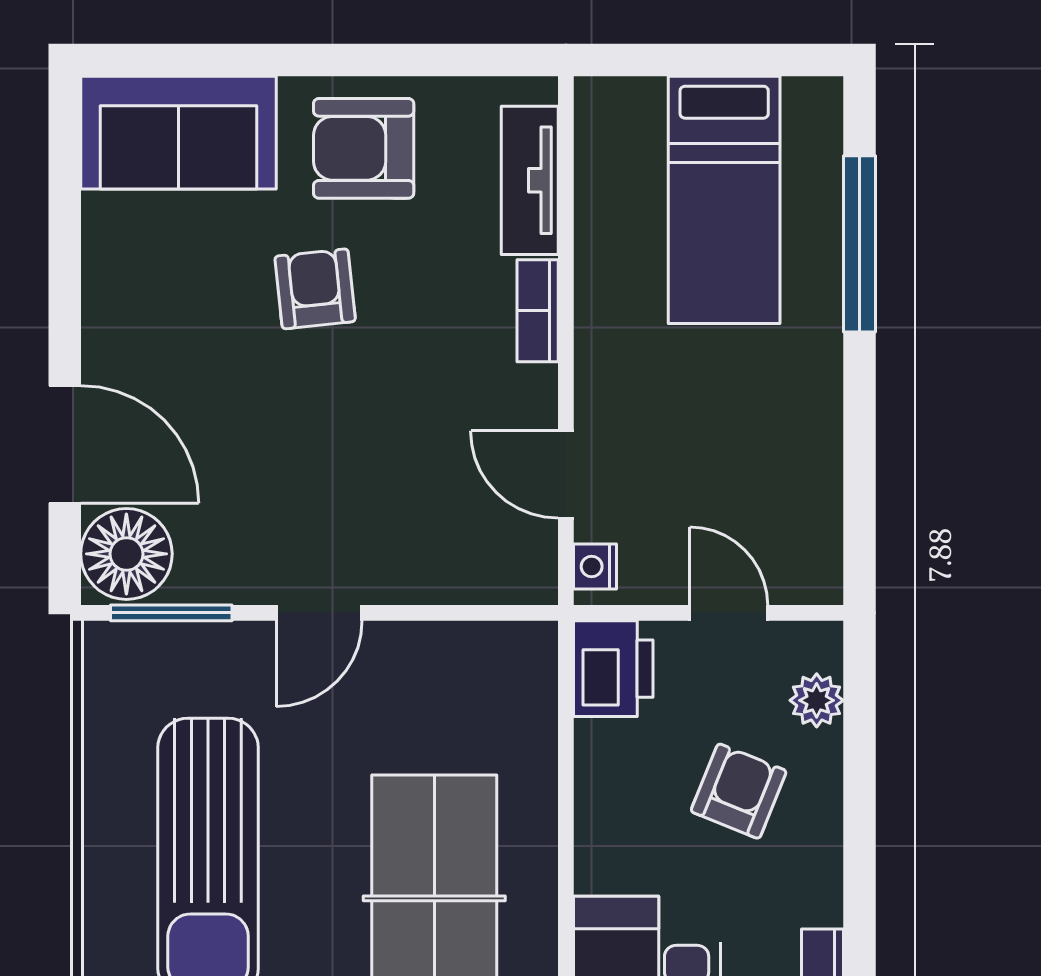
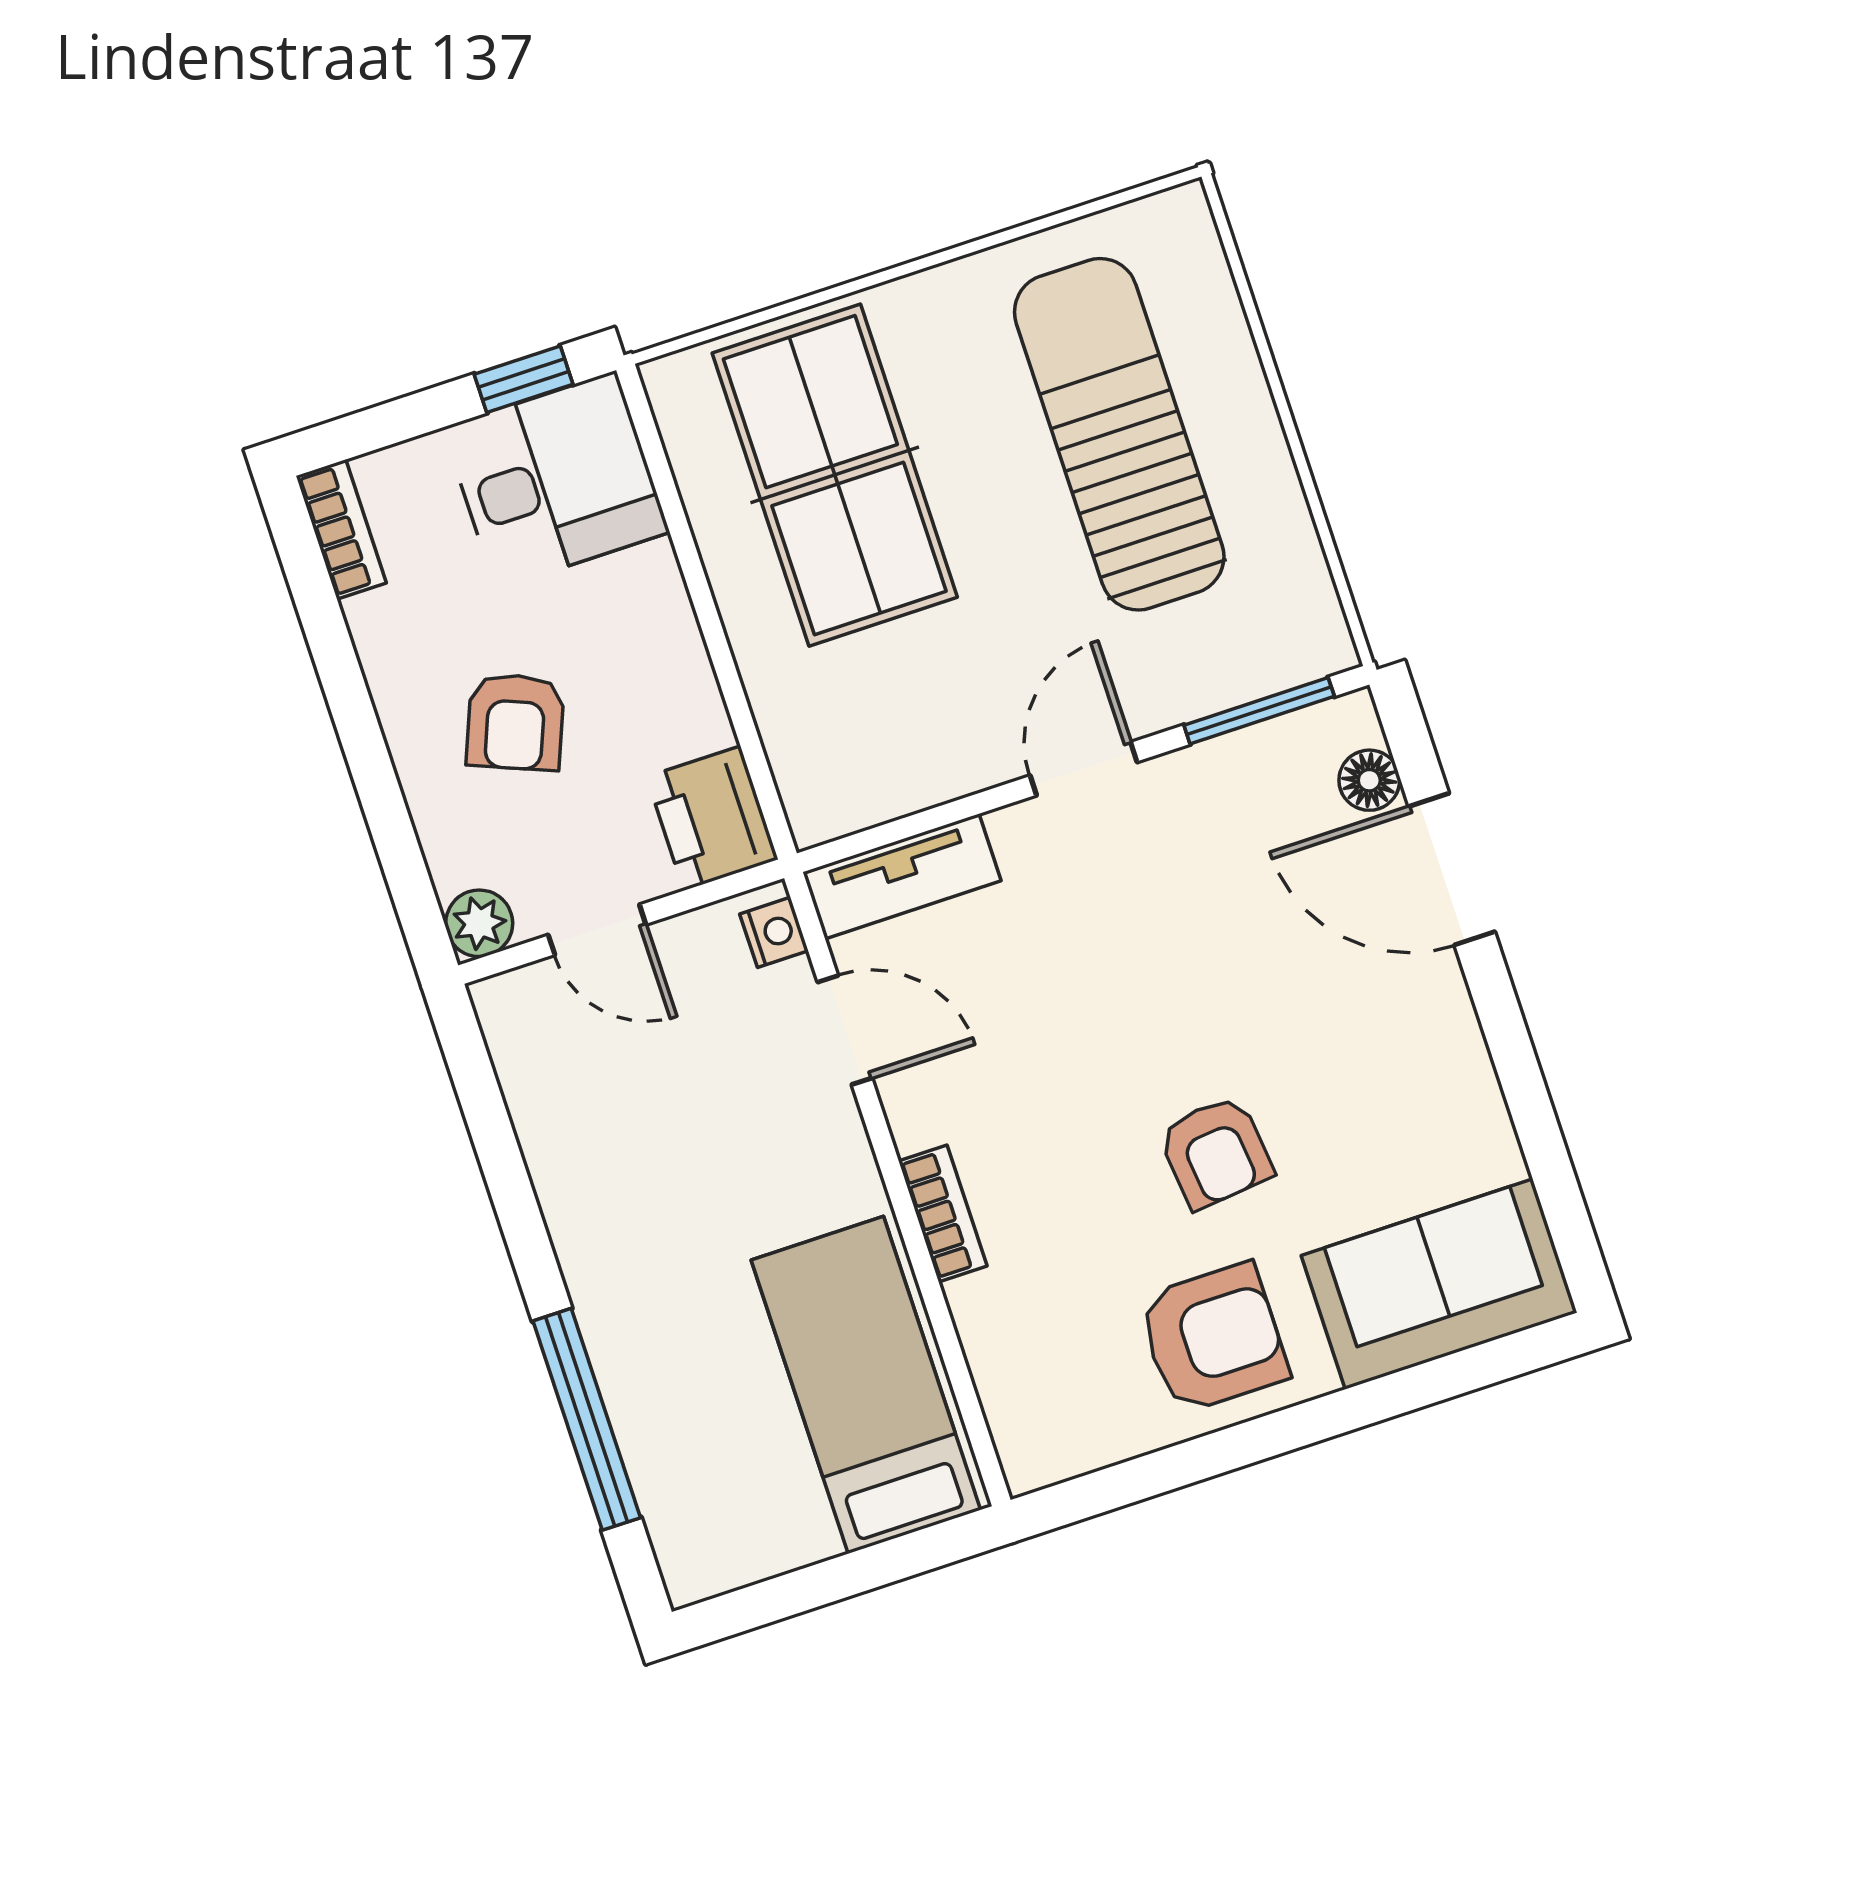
tv unit: (530, 180) -> (902, 876), moved, turned 90
bed: (724, 200) -> (866, 1385), moved
floor lamp: (126, 554) -> (1369, 780), width x0.53, depth x0.53
plant: (817, 700) -> (479, 923), moved

